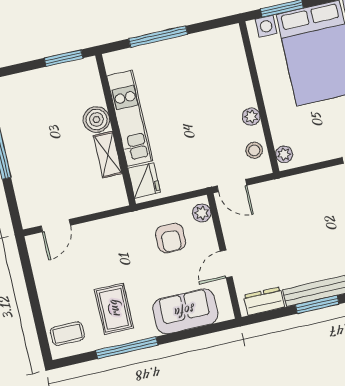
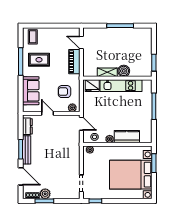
kitchen counter: (237, 80) -> (127, 137), added
door: (232, 186) -> (81, 124), swing flipped
piano: (101, 231) -> (74, 62), added

